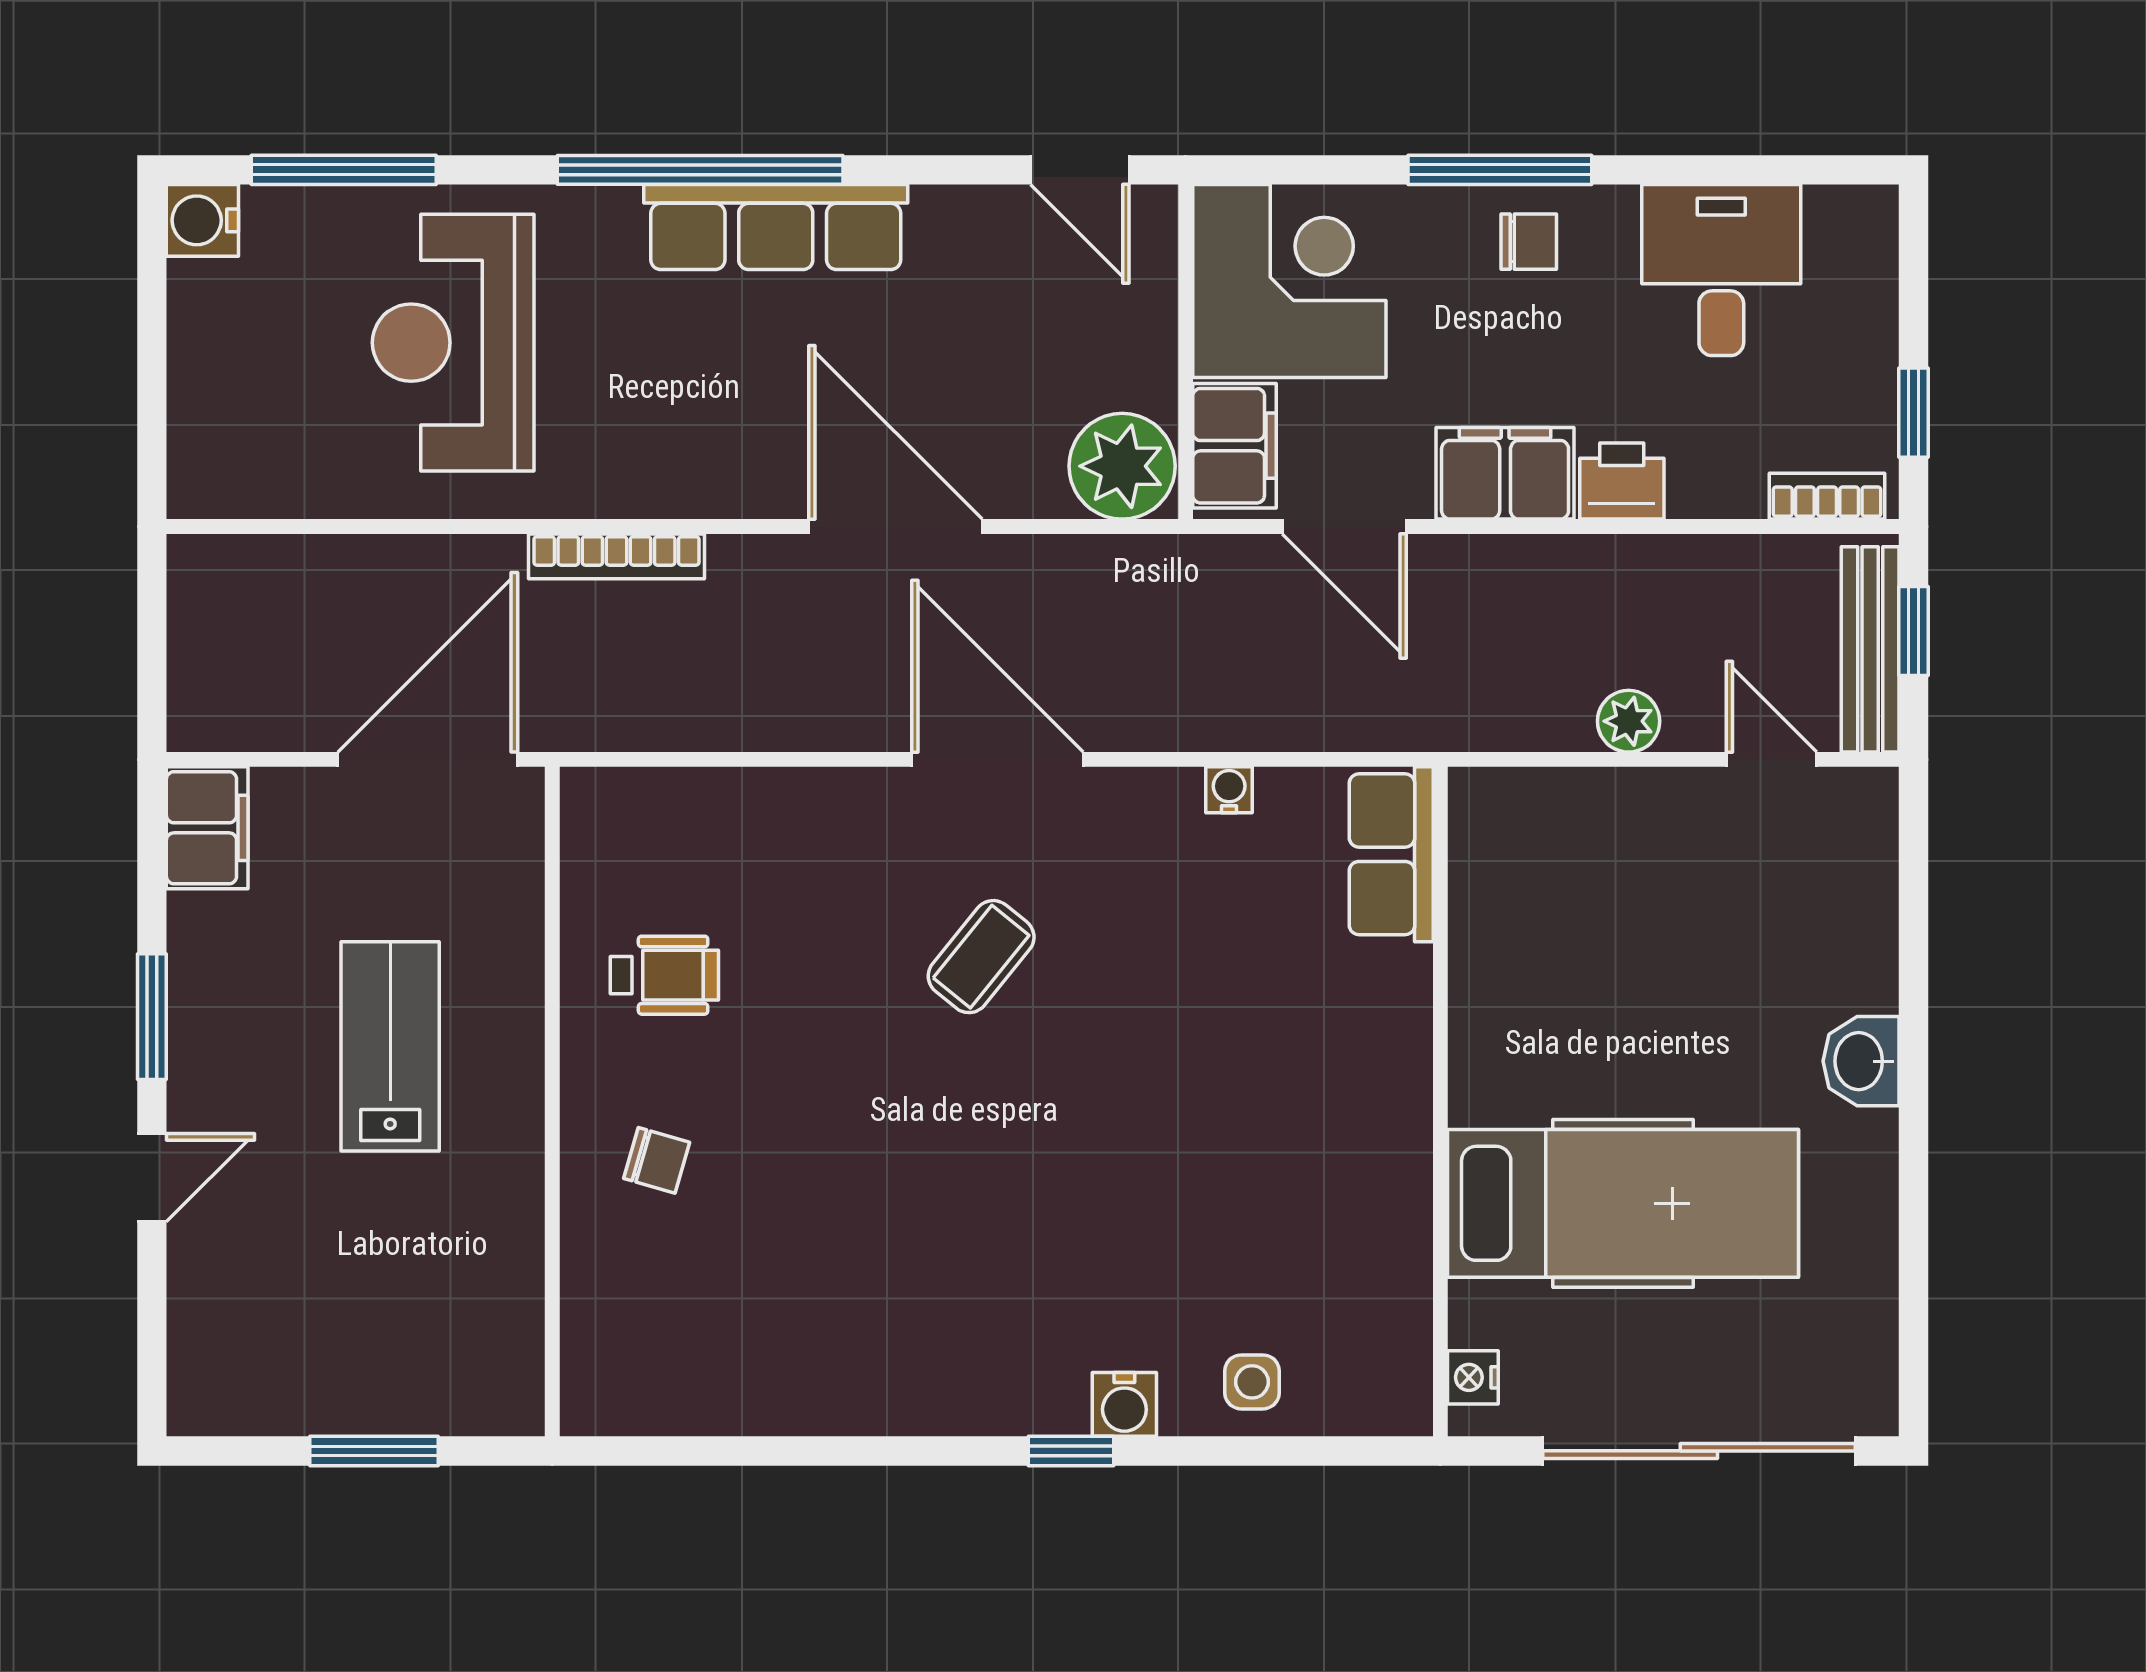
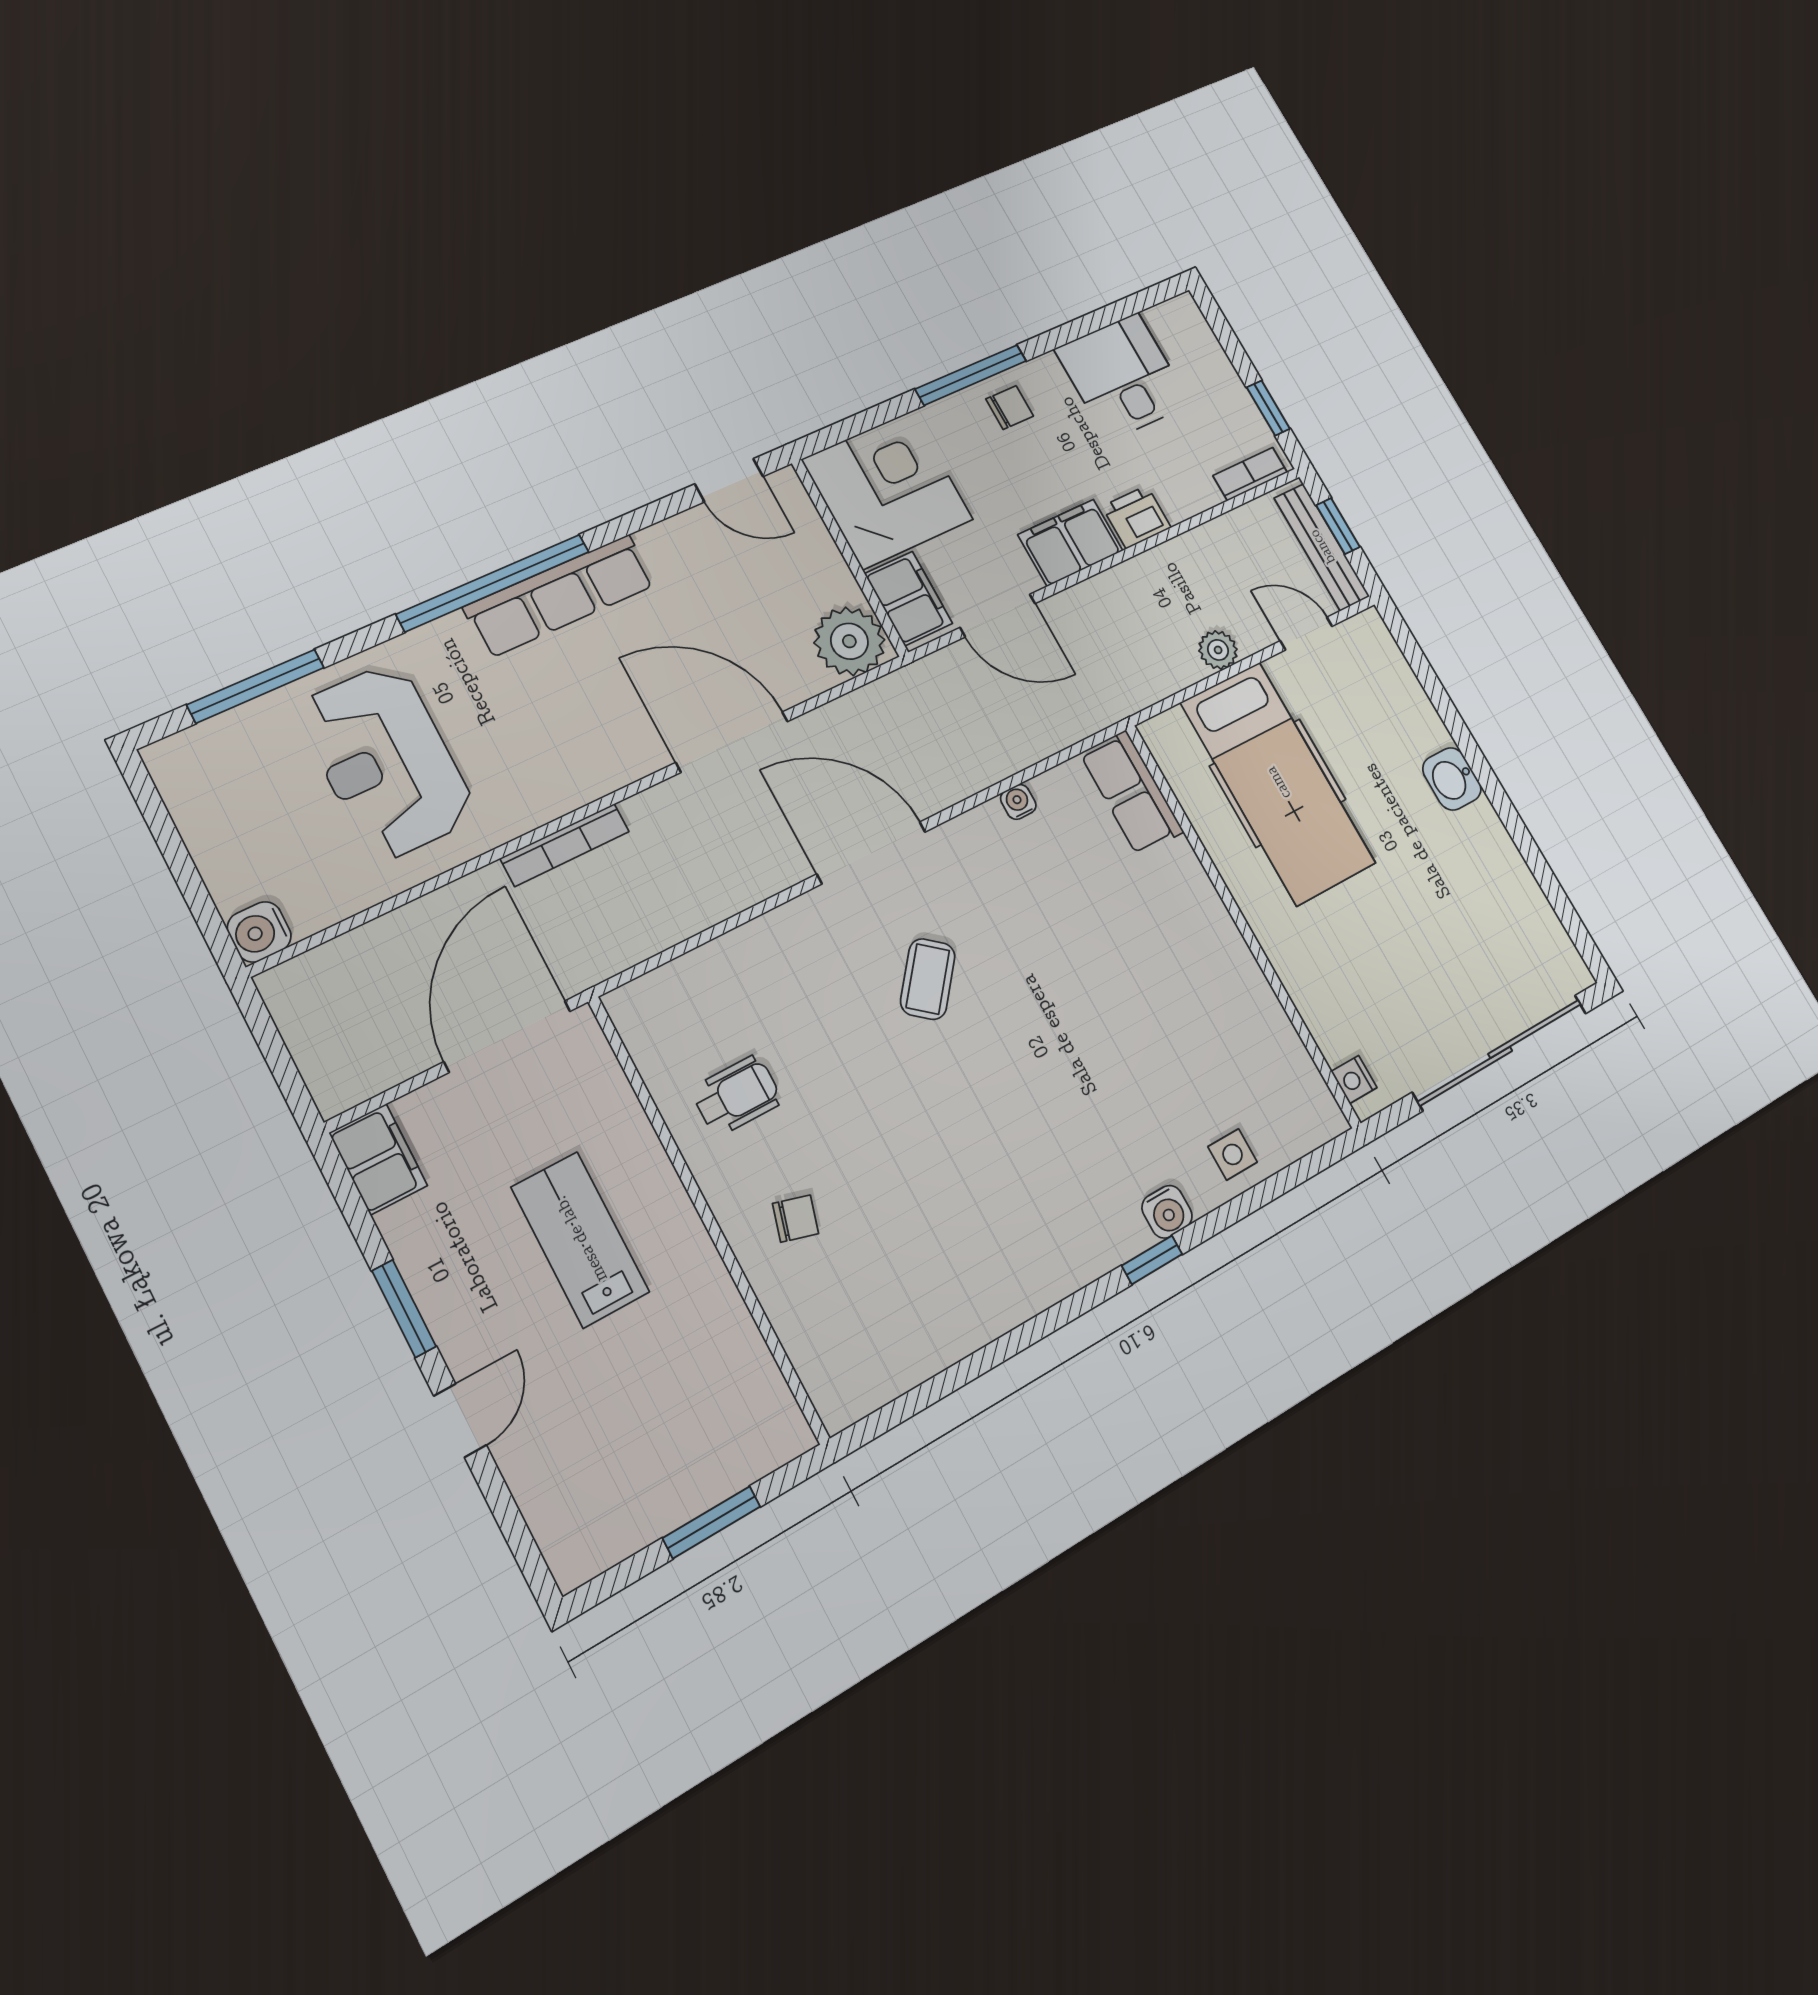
water cooler: (202, 220) -> (259, 932), moved
hospital bed: (1623, 1203) -> (1278, 783), moved, turned 90

